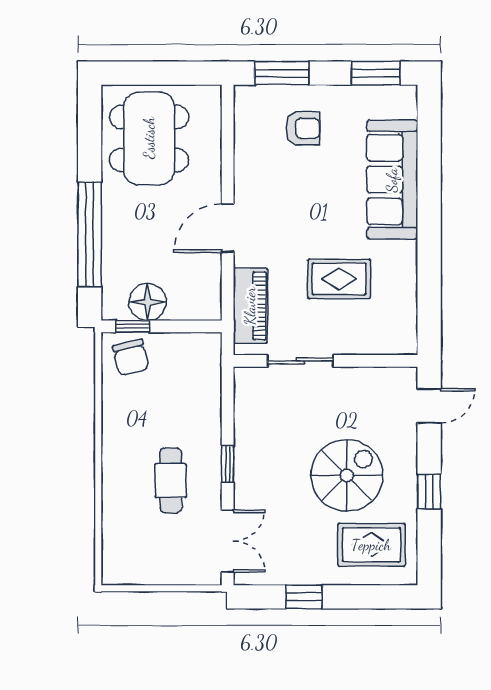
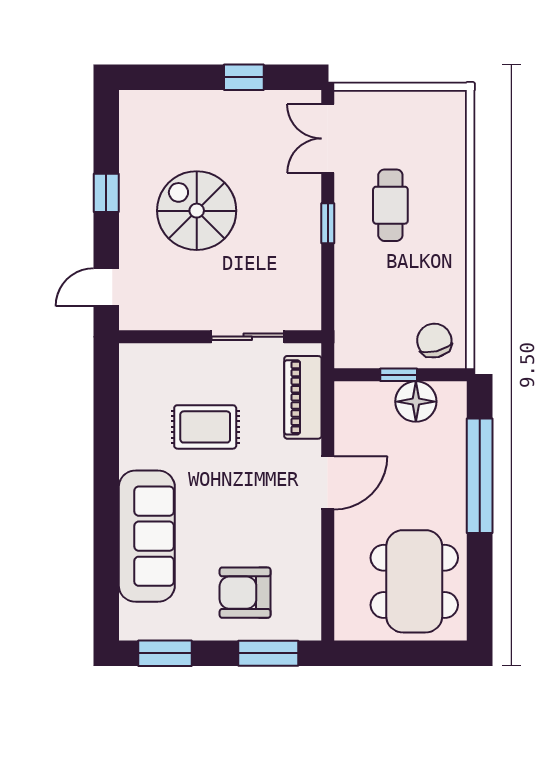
armchair: (303, 128) -> (245, 593), width x1.38, depth x1.38
window: (133, 326) -> (399, 375), moved
spiral stairs: (347, 476) -> (197, 211), turned 90
rug: (371, 545) -> (170, 134), removed

